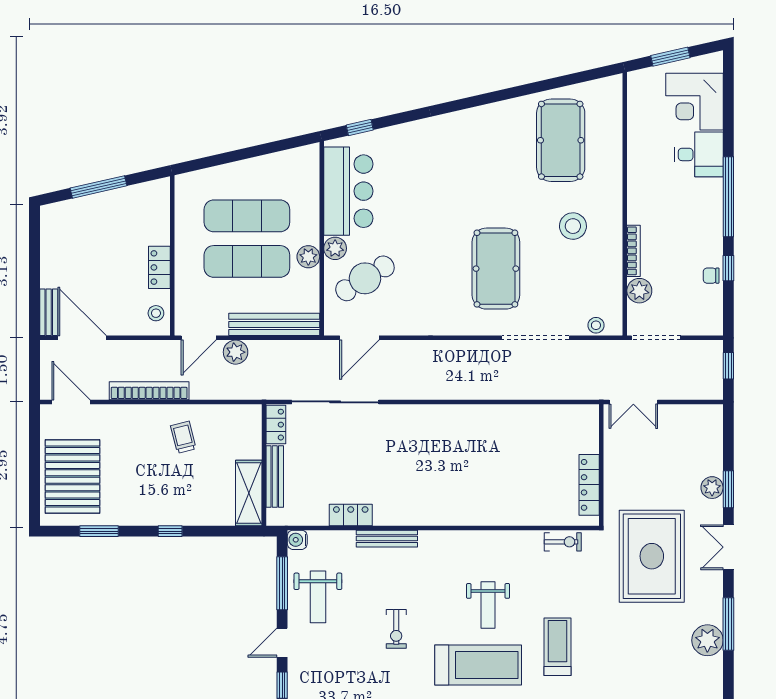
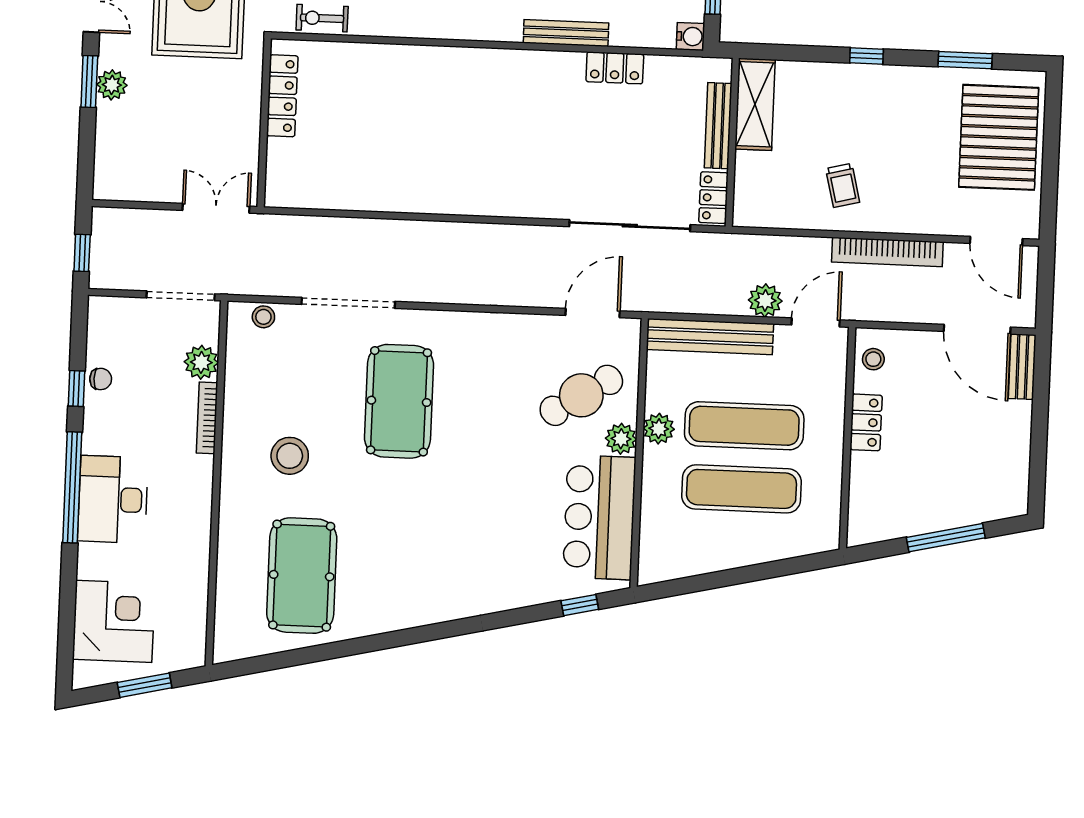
desk: (699, 154) -> (113, 499), moved, width x1.37

